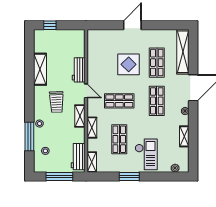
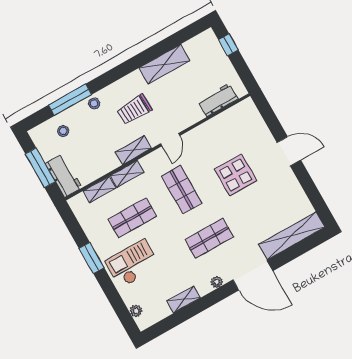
shop shelf: (157, 63) -> (259, 210), removed
workbench: (79, 70) -> (218, 100), moved
checkout: (146, 154) -> (133, 264), turned 180
workbench: (78, 157) -> (64, 176), moved, turned 90
shelving: (92, 162) -> (99, 189), moved

